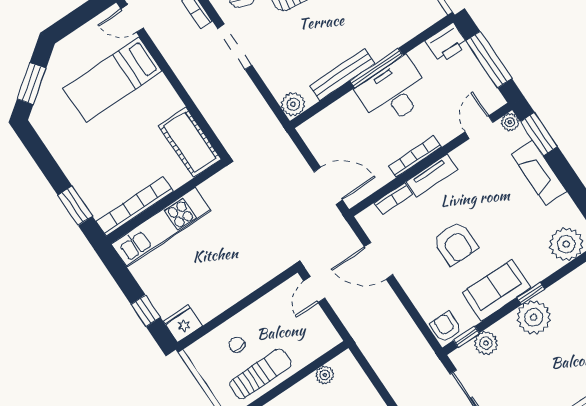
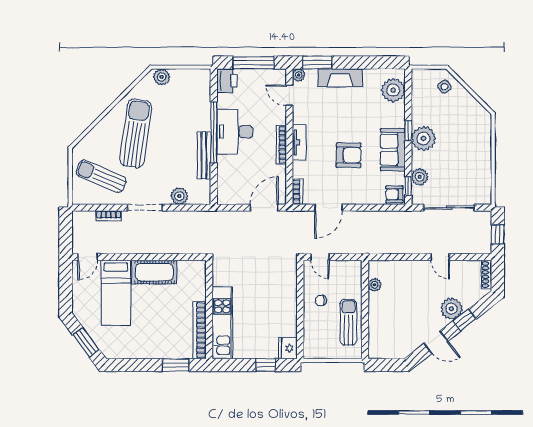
window: (376, 68) -> (214, 132), width x1.46
plant: (293, 104) -> (179, 196), moved
cot: (190, 142) -> (154, 272), moved
bookcase: (394, 198) -> (298, 192), moved
chair: (237, 345) -> (321, 300), moved

